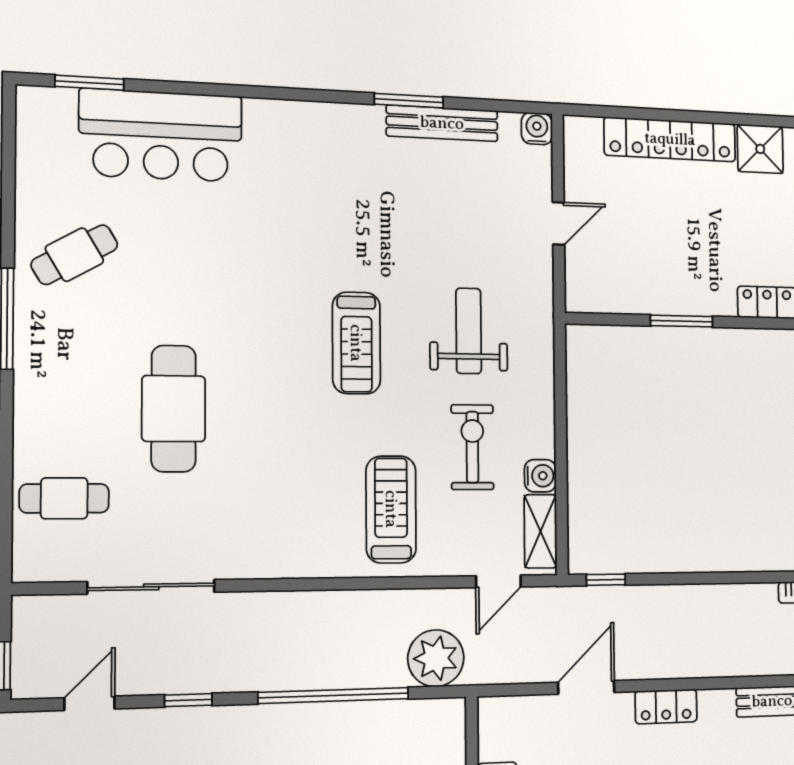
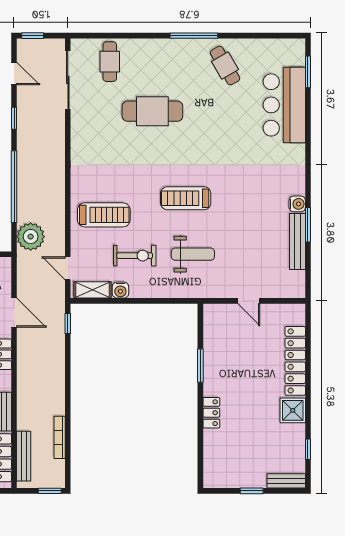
water cooler: (537, 129) -> (297, 204), moved
sliding door: (151, 587) -> (68, 80), moved

